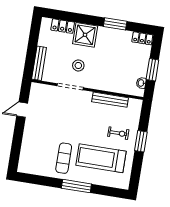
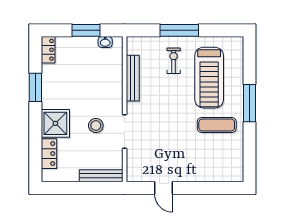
window: (141, 141) -> (179, 30), width x1.44

